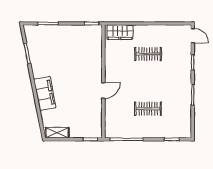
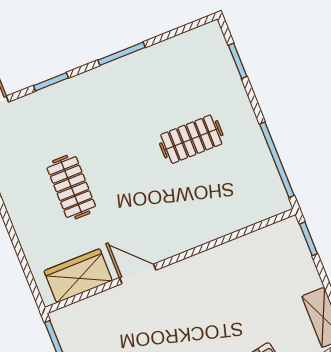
wardrobe: (120, 32) -> (78, 276), moved, turned -90
door: (103, 90) -> (138, 274), moved
clothes rail: (148, 109) -> (191, 139), turned 90

